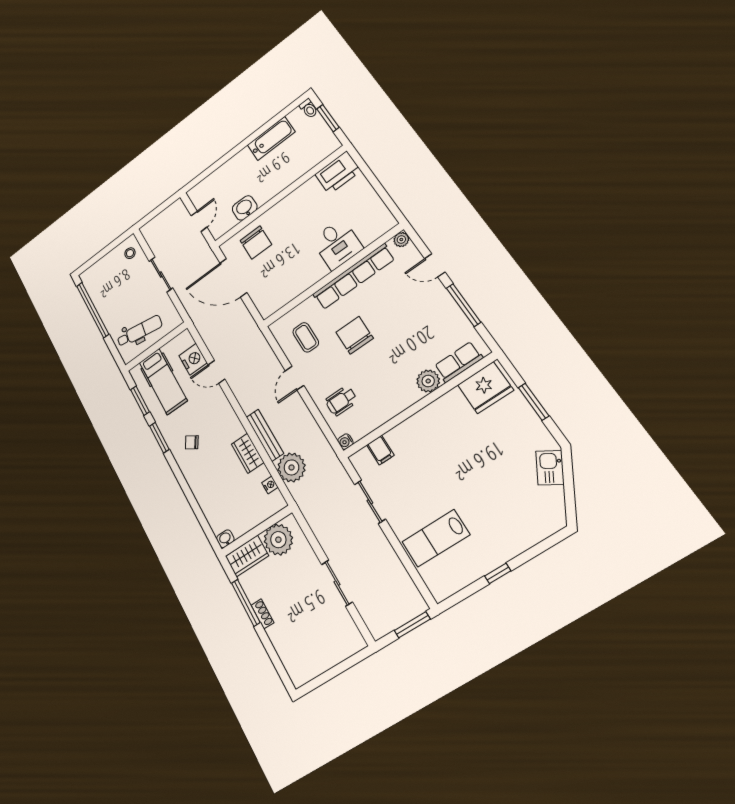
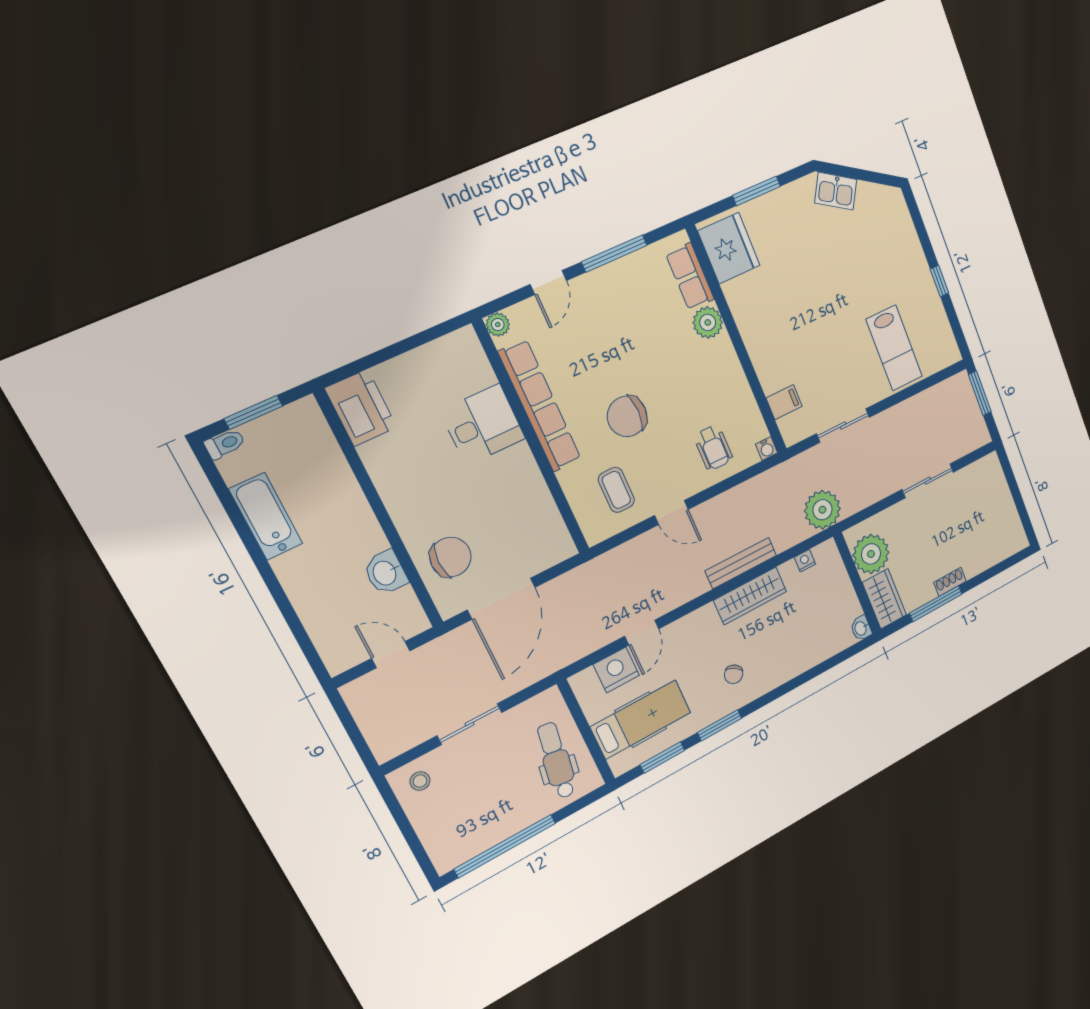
coffee table: (306, 337) -> (616, 490), turned 90
wardrobe: (248, 453) -> (750, 596), width x1.50
plant: (291, 467) -> (822, 510), moved

